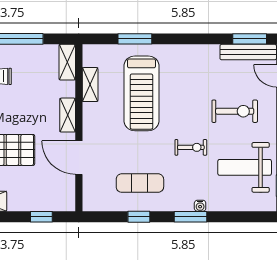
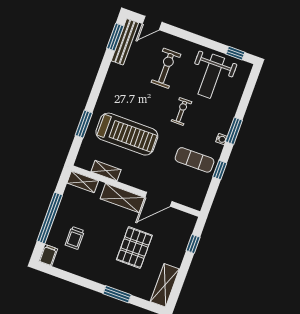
shelving: (68, 115) -> (122, 198), width x1.50, depth x1.33
exercise mat: (140, 183) -> (195, 160), turned 90
water cooler: (200, 206) -> (222, 139), moved

